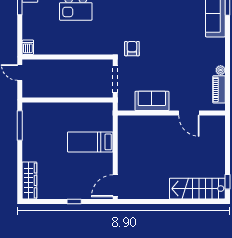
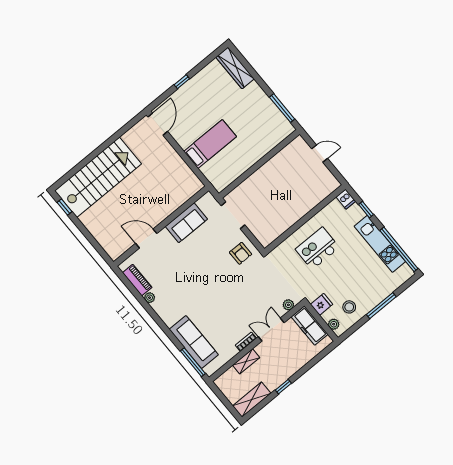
dishwasher: (28, 47) -> (346, 199), moved
wall: (68, 57) -> (305, 219), moved
stairs: (197, 189) -> (98, 177), width x1.36, depth x1.51

